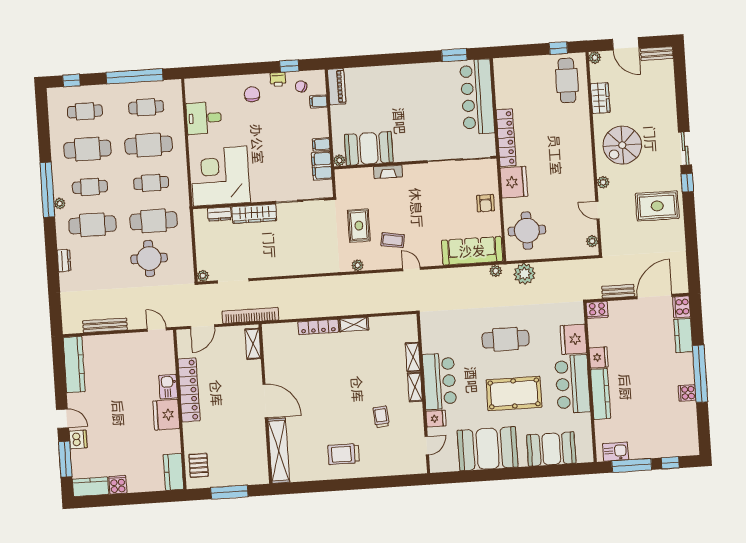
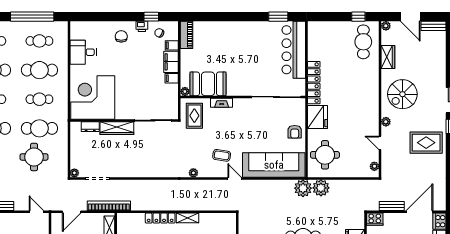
filing cabinet: (322, 166) -> (171, 62), moved
rug: (359, 226) -> (194, 116), moved
sofa: (472, 251) -> (274, 165), width x1.36, depth x1.27
plant: (496, 271) -> (303, 188), width x1.87, depth x1.87

